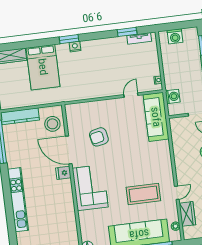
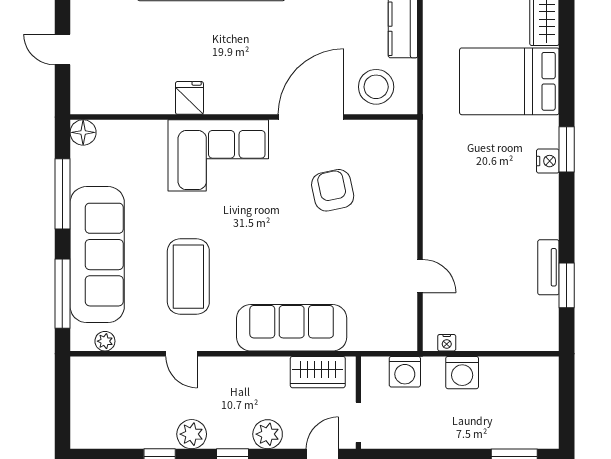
washing machine: (175, 36) -> (462, 373), moved, turned -90
tv unit: (139, 38) -> (548, 267), moved
sofa: (156, 117) -> (292, 328), moved
fridge: (63, 173) -> (189, 98), moved
wardrobe: (187, 214) -> (318, 372), moved

